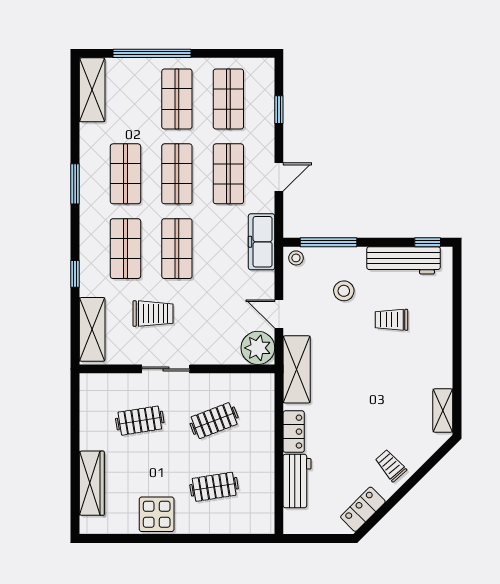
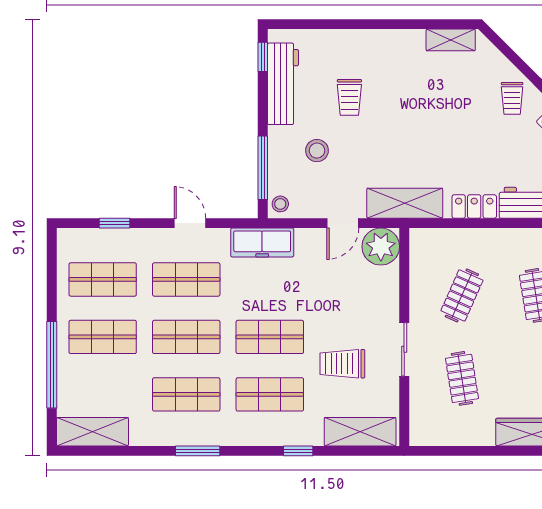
trolley: (153, 314) -> (342, 364), turned -90
clothes rail: (214, 421) -> (462, 295), turned 45
trolley: (391, 465) -> (512, 98), turned -49

